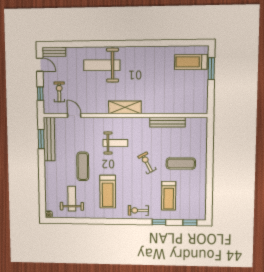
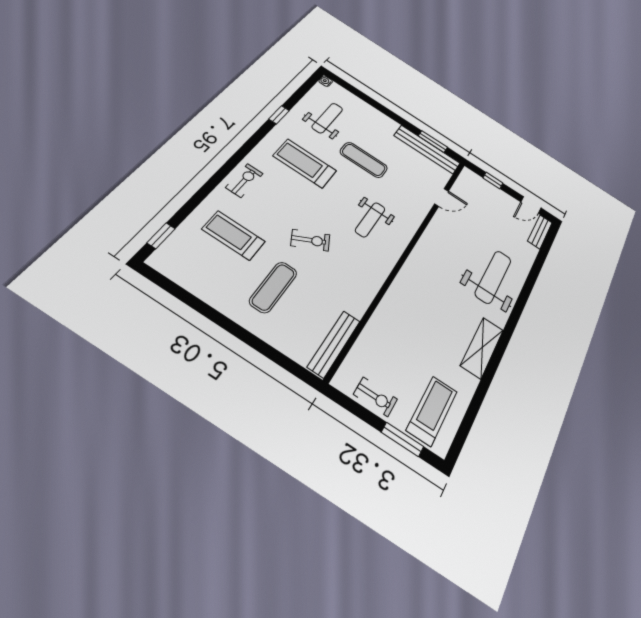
exercise bike: (59, 92) -> (375, 397), moved
shelving: (125, 107) -> (482, 348), moved
bench: (167, 122) -> (334, 344), moved
weight bench: (72, 199) -> (327, 118), turned -90
window: (159, 222) -> (279, 115), moved

